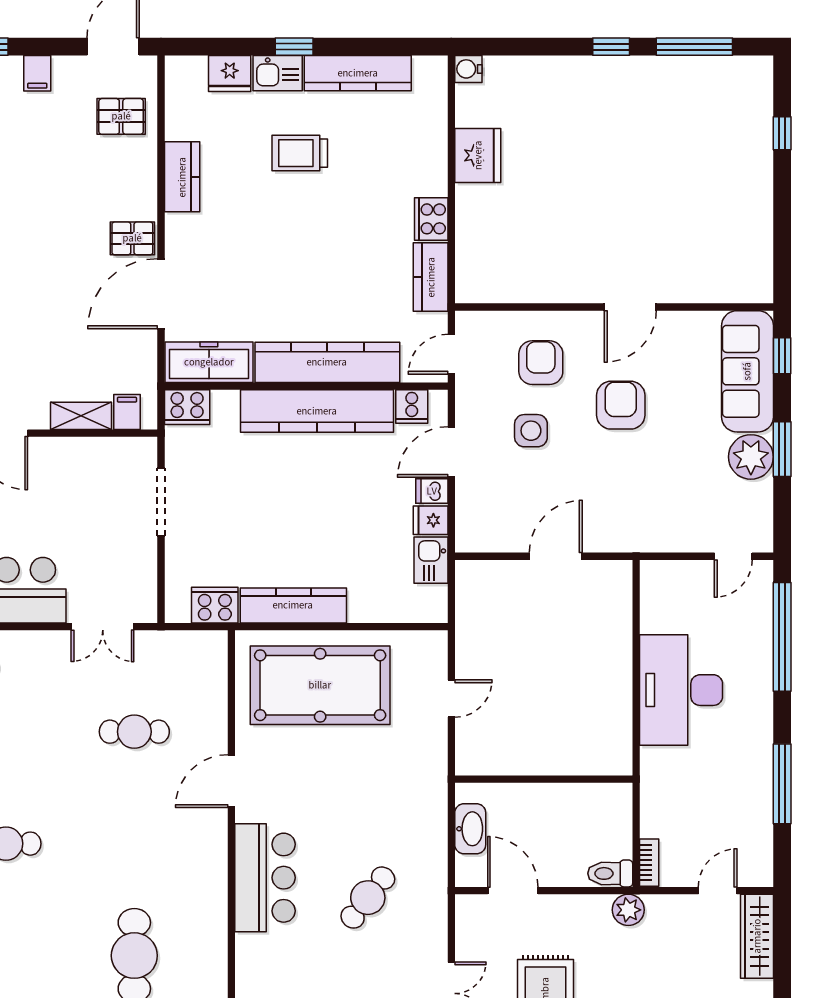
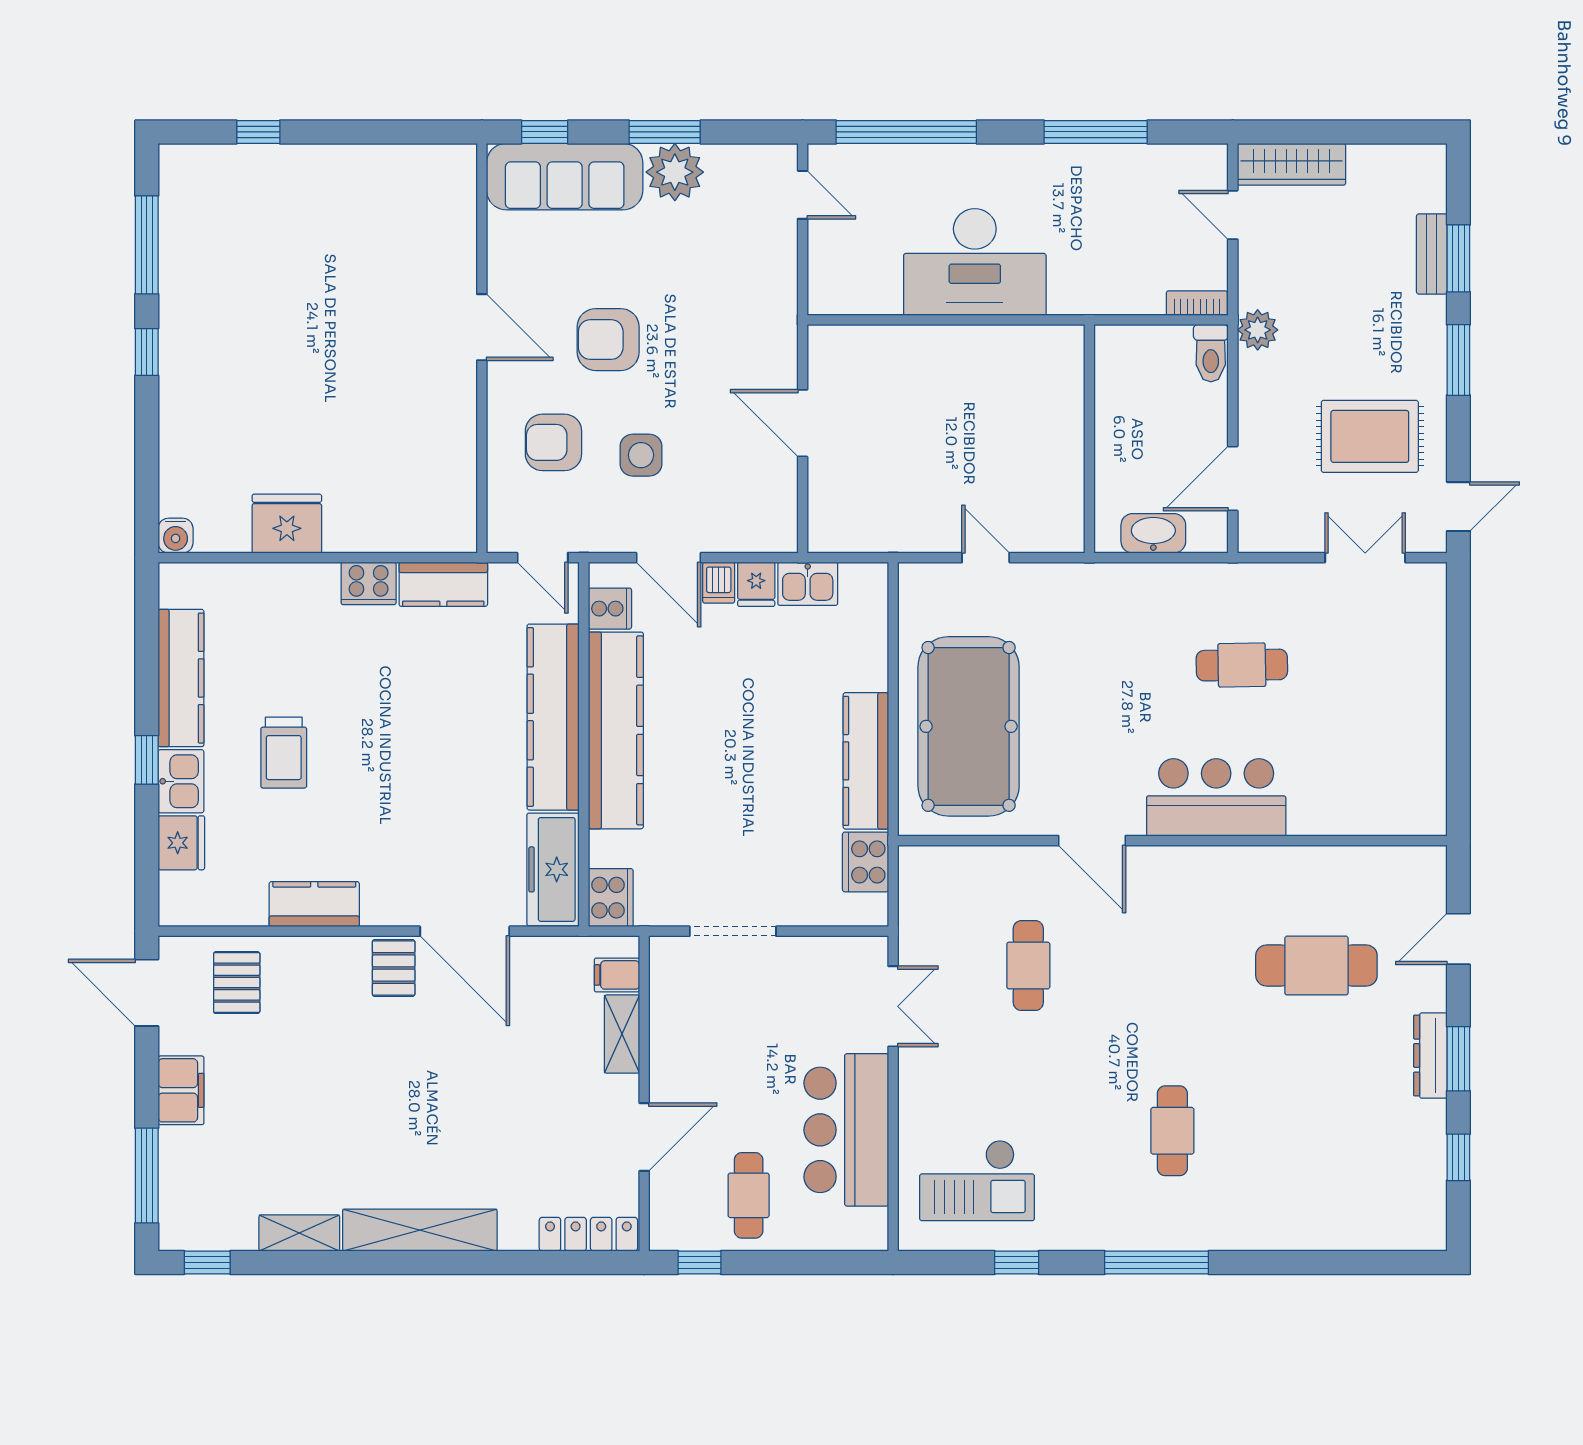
filing cabinet: (37, 73) -> (181, 1090), width x2.00
cafe table: (368, 898) -> (1242, 665), turned -39

